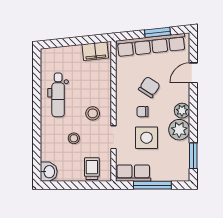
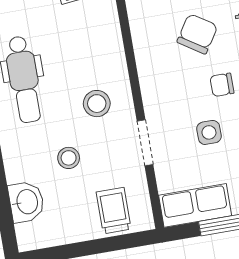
chair: (143, 112) -> (222, 85), moved
side table: (147, 138) -> (209, 132), width x0.54, depth x0.54
washbasin: (49, 172) -> (26, 202), moved

